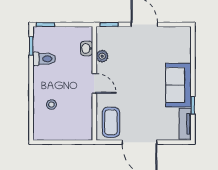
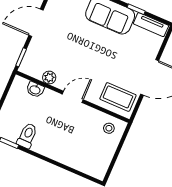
stool: (51, 105) -> (109, 128), moved

